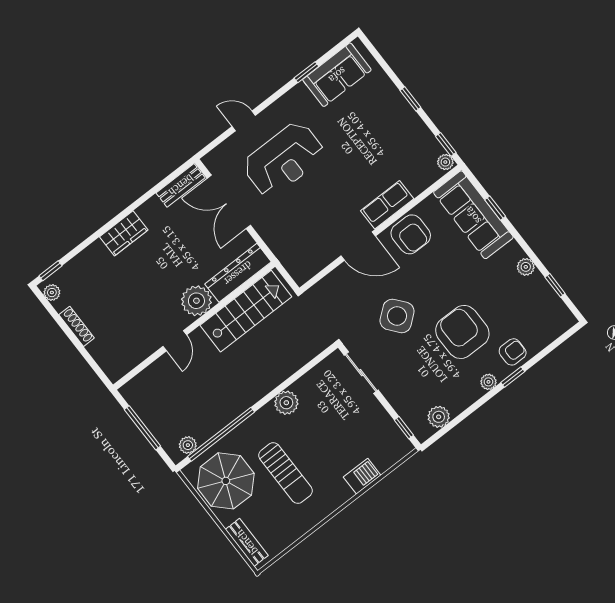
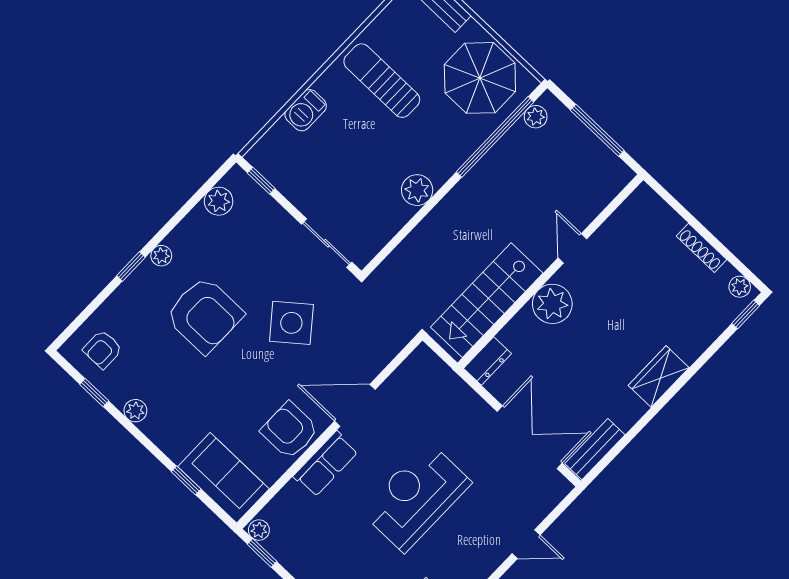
reception desk: (284, 159) -> (416, 497), moved
sofa: (473, 215) -> (223, 478), width x0.73
dresser: (238, 273) -> (487, 361), width x0.51, depth x0.80
armchair: (513, 352) -> (103, 349), moved
sun lounger: (286, 473) -> (382, 81), moved

